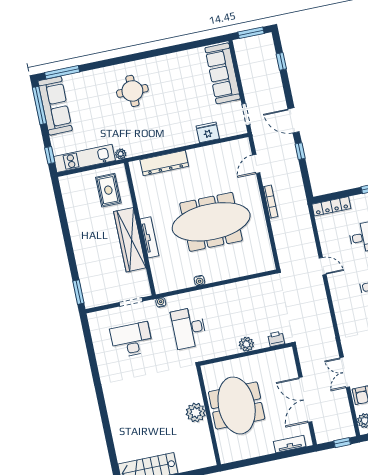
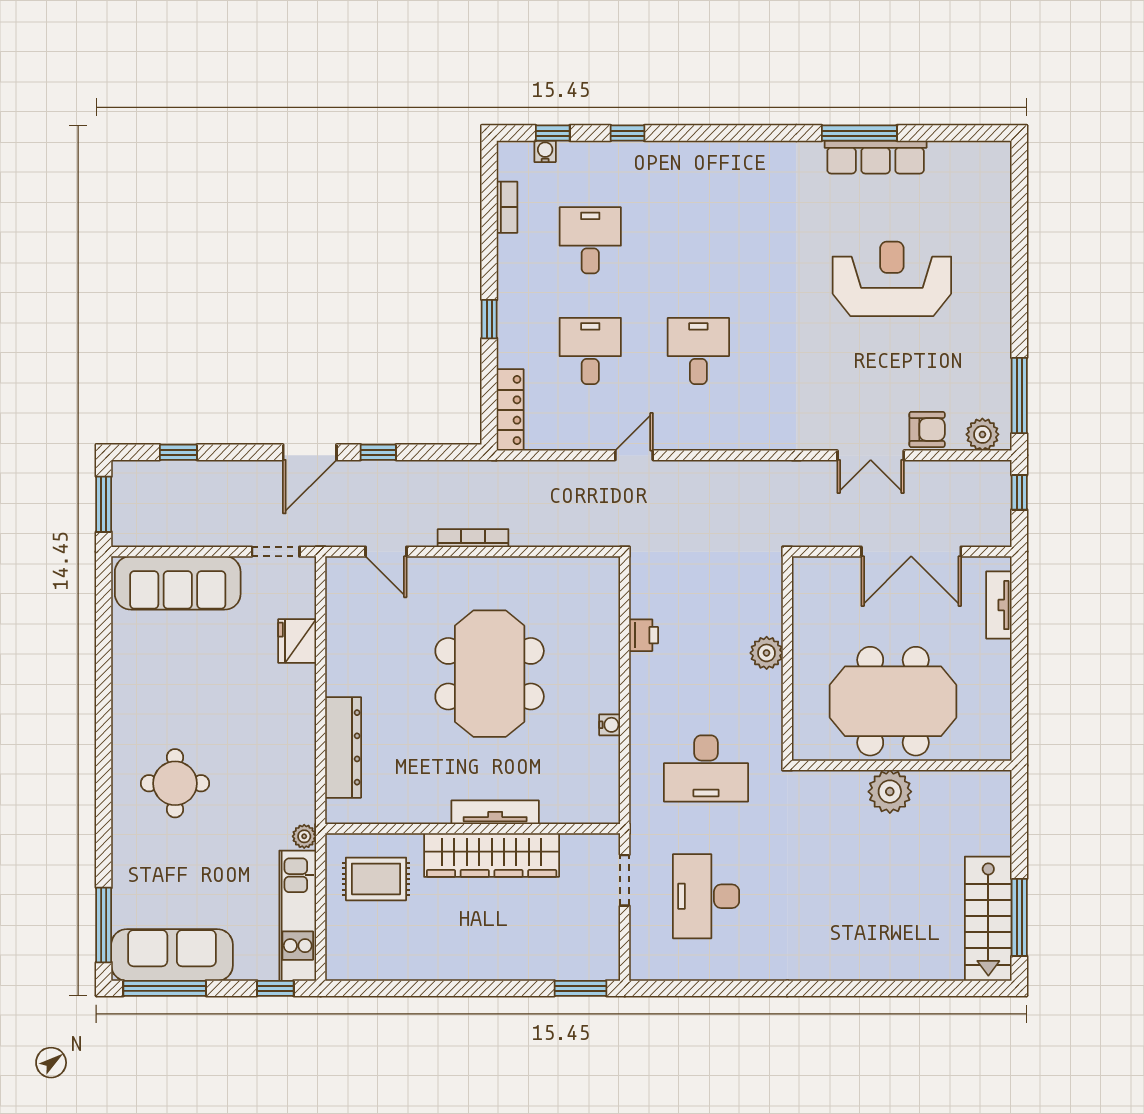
meeting table: (211, 222) -> (490, 674), width x0.73
water cooler: (161, 302) -> (639, 817), removed
printer: (276, 339) -> (644, 635), moved, turned 180

